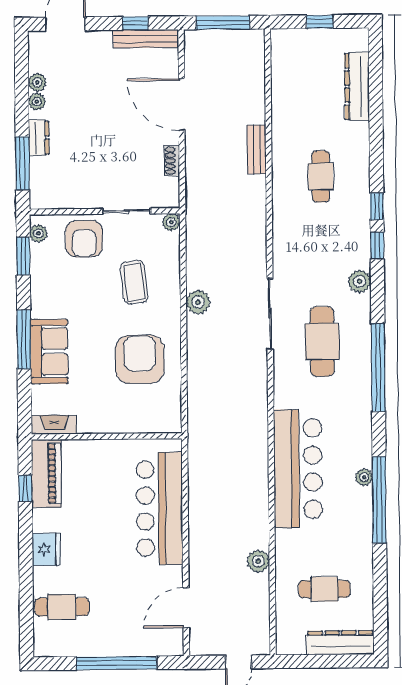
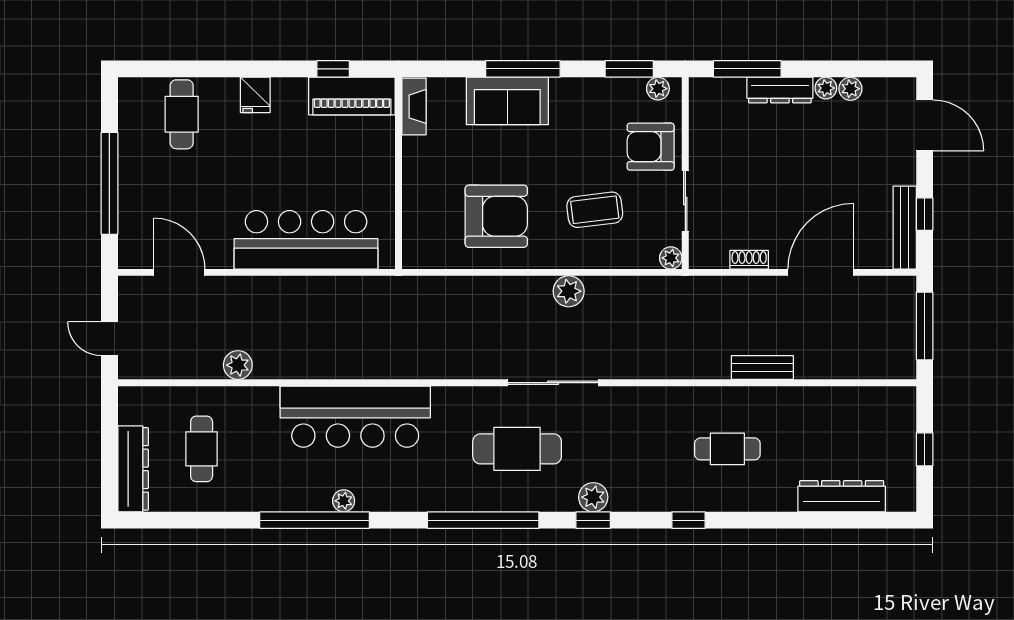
dresser: (39, 138) -> (780, 90), width x1.44
window: (377, 245) -> (593, 520), moved
fridge: (46, 549) -> (255, 95), width x0.72

